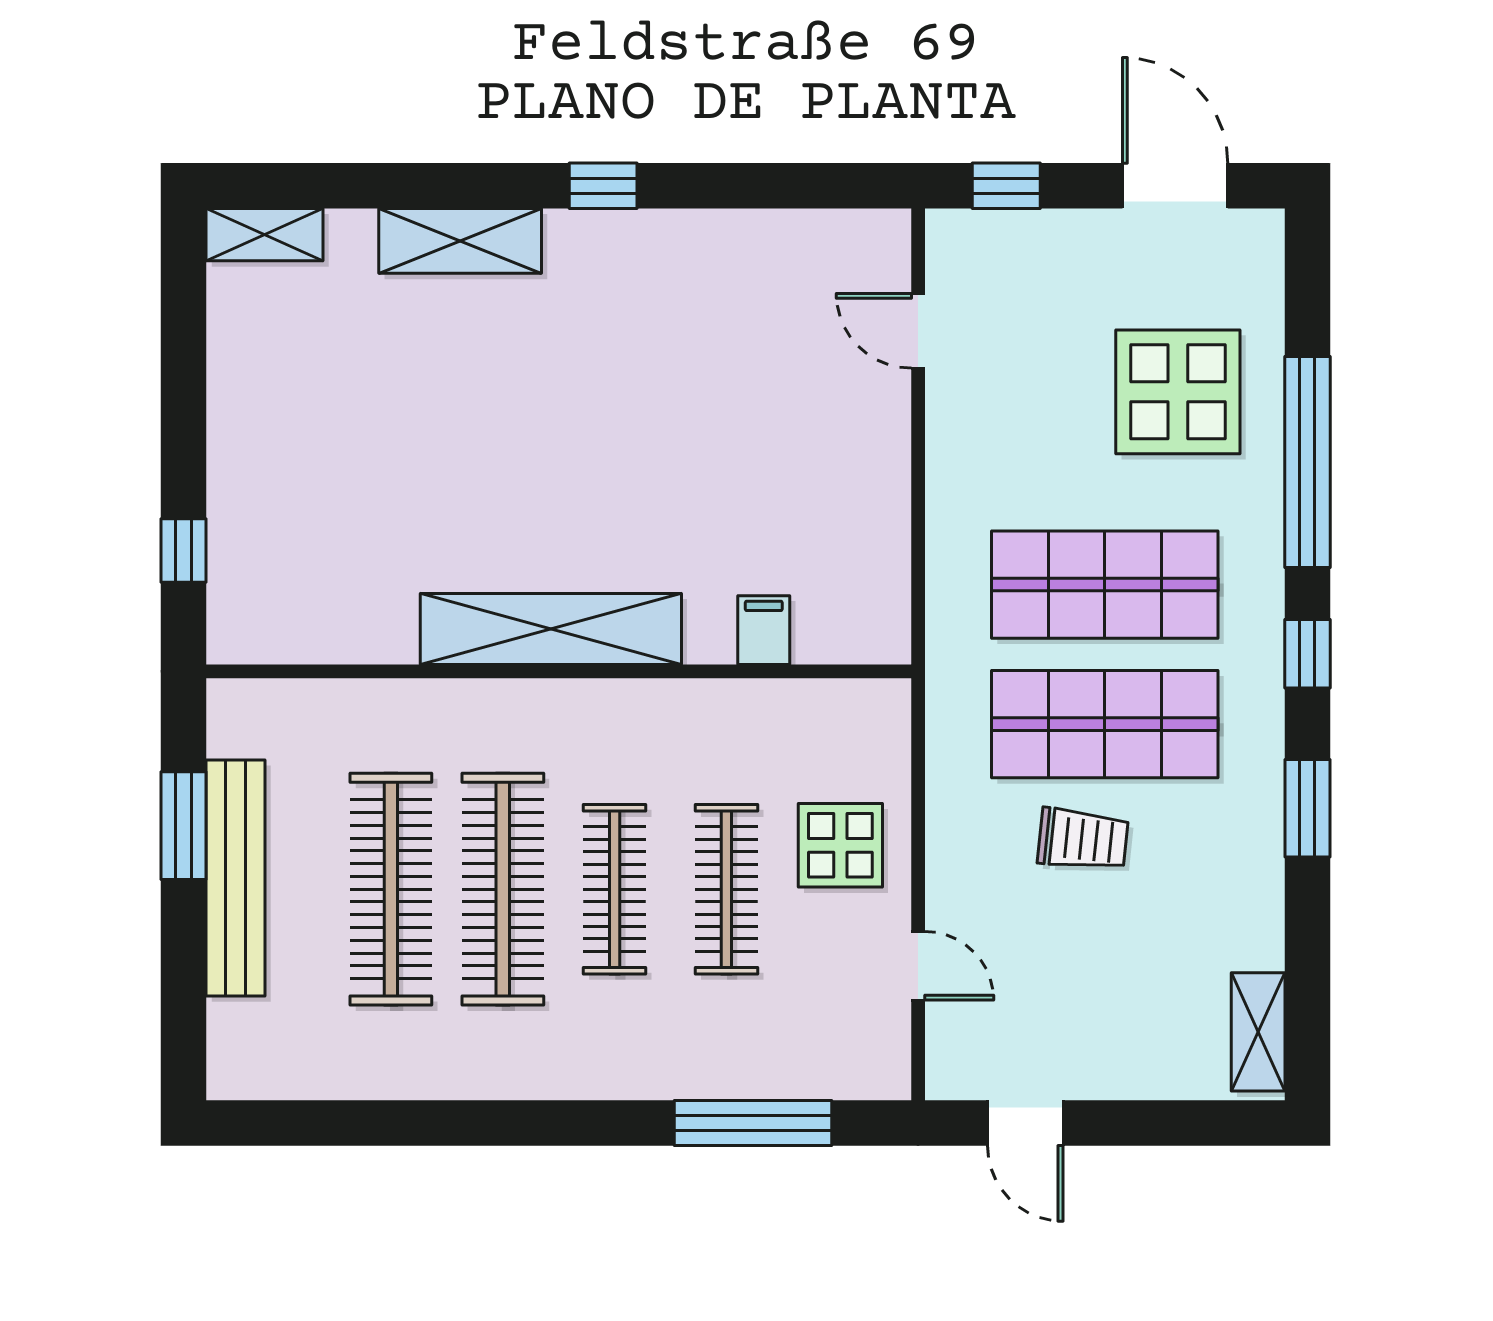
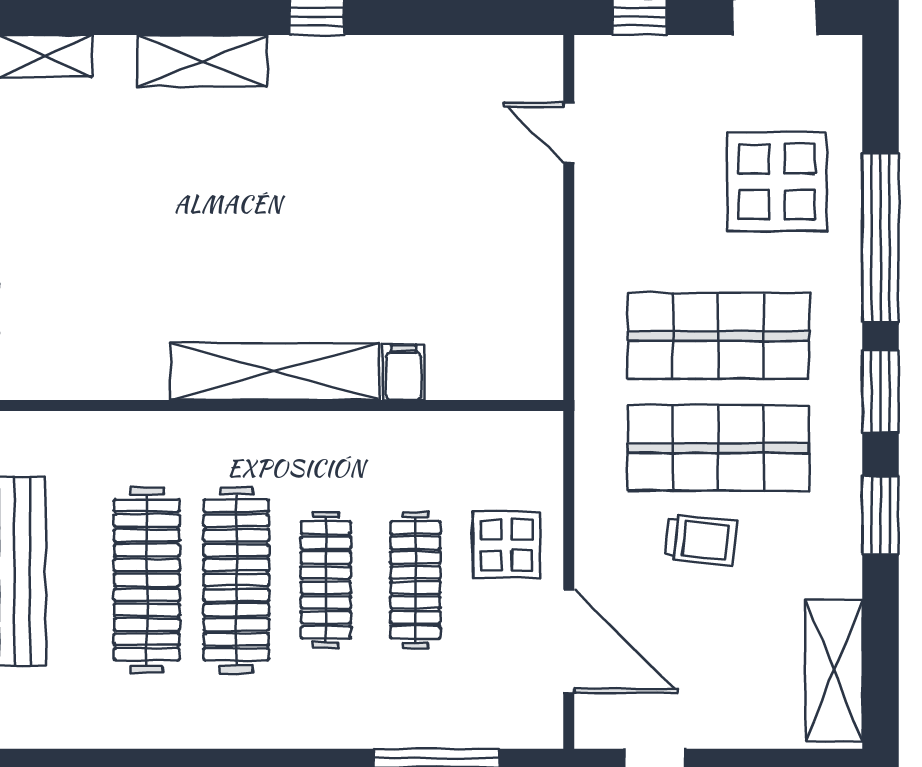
filing cabinet: (764, 630) -> (404, 372), moved
window: (1307, 654) -> (881, 391), width x1.50
door: (918, 966) -> (569, 641), width x1.88
shelving: (1258, 1032) -> (834, 671), width x1.50, depth x1.33

